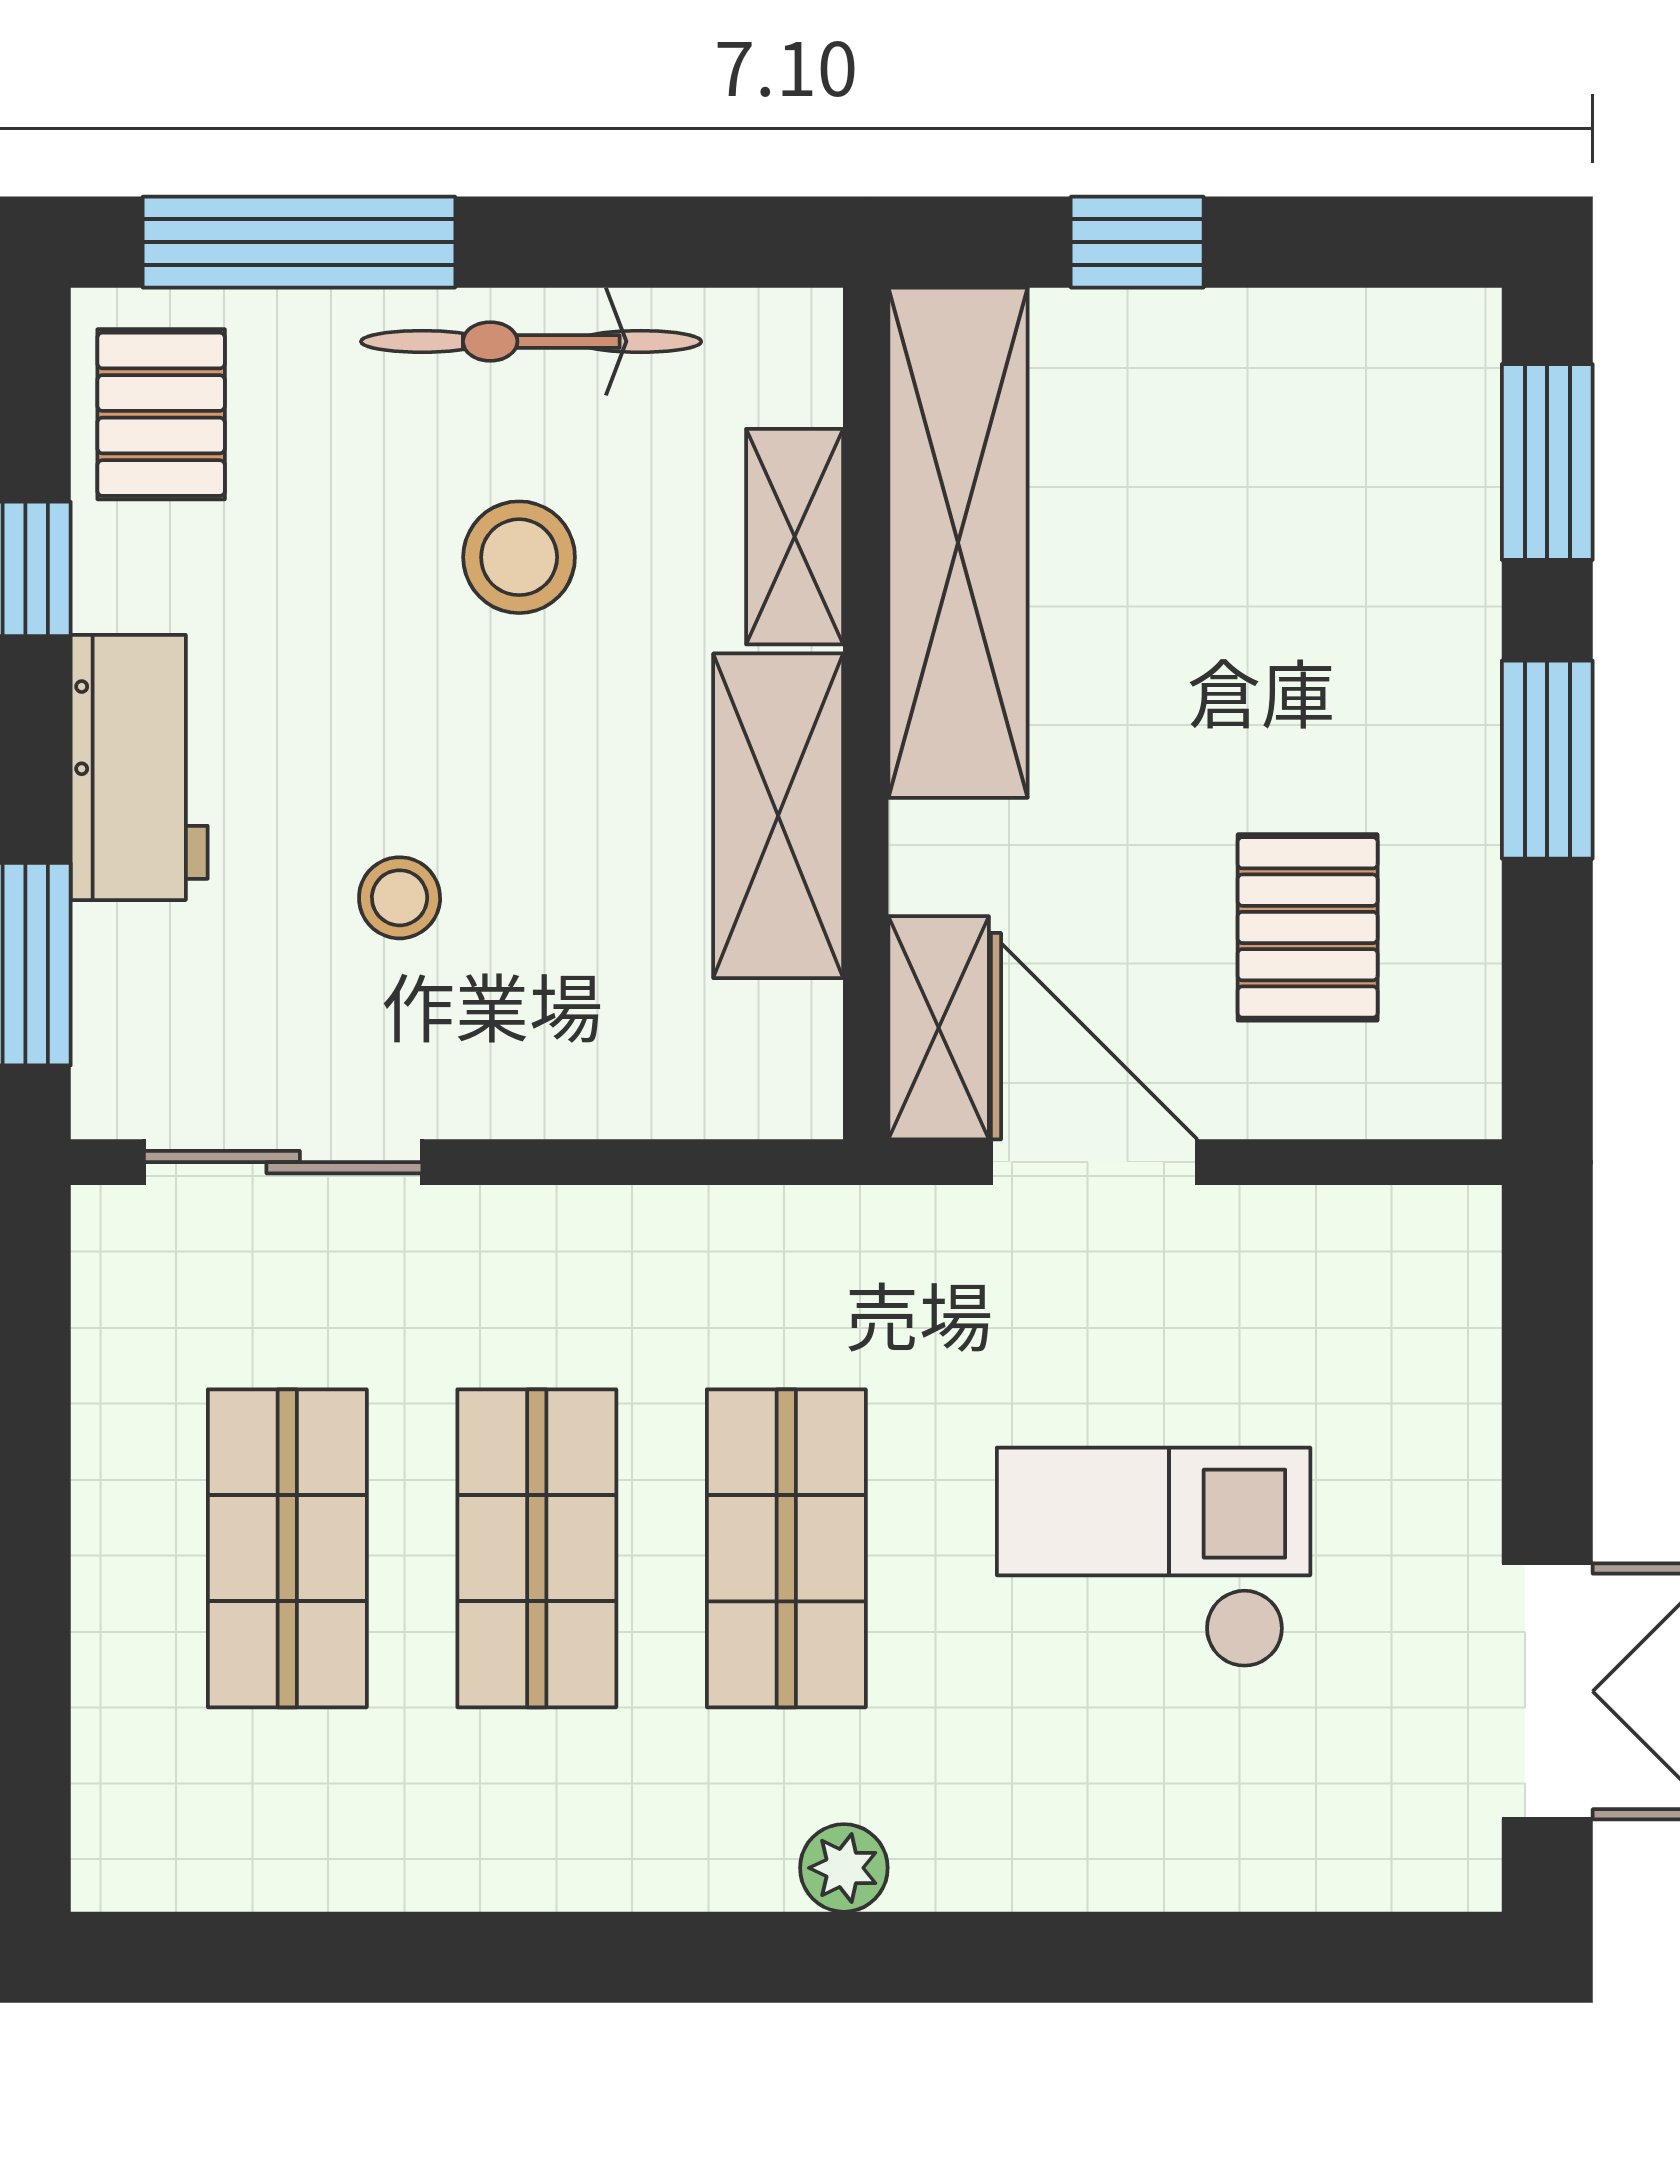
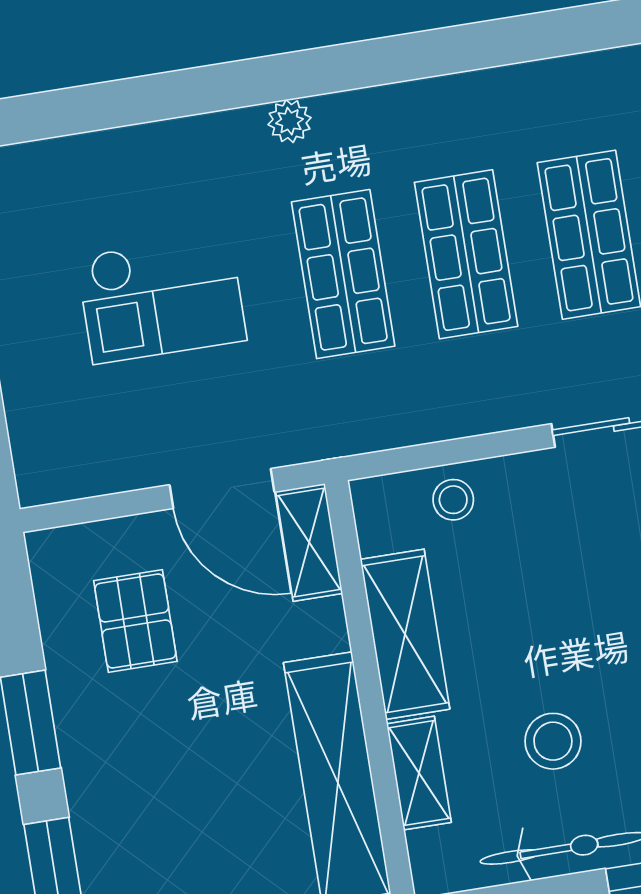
stool: (400, 898) -> (453, 500), moved

